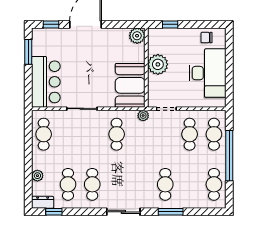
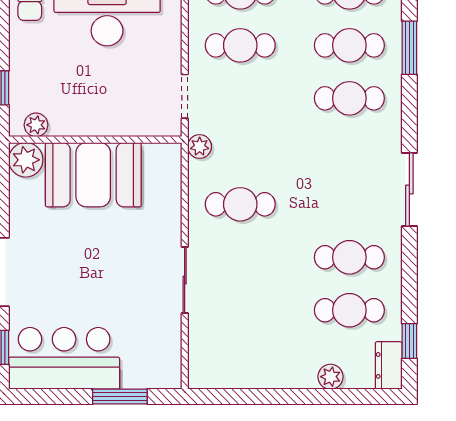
window: (28, 52) -> (120, 397), moved
plant: (158, 64) -> (36, 125), moved, width x0.53, depth x0.53
bar counter: (46, 82) -> (64, 358), moved
booth: (130, 85) -> (93, 175), moved
cafe table: (44, 134) -> (349, 45), moved
window: (171, 212) -> (409, 48), moved

